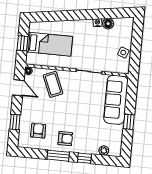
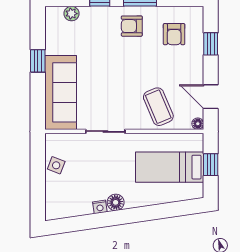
floor lamp: (108, 24) -> (116, 202), moved

